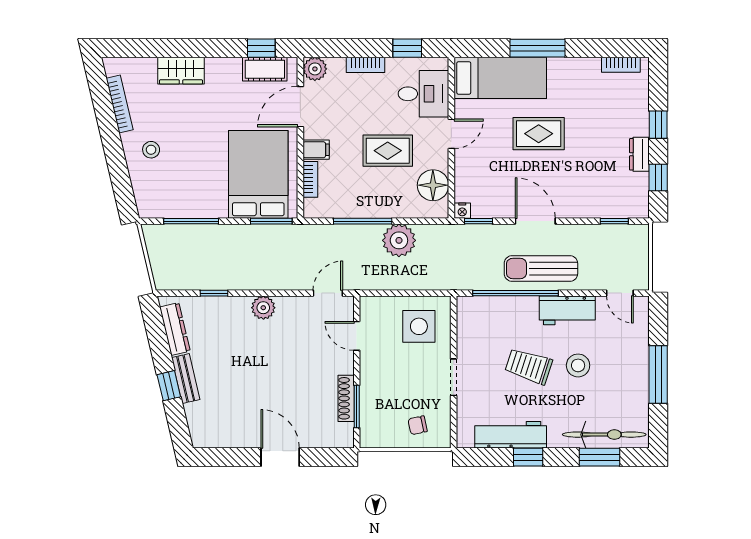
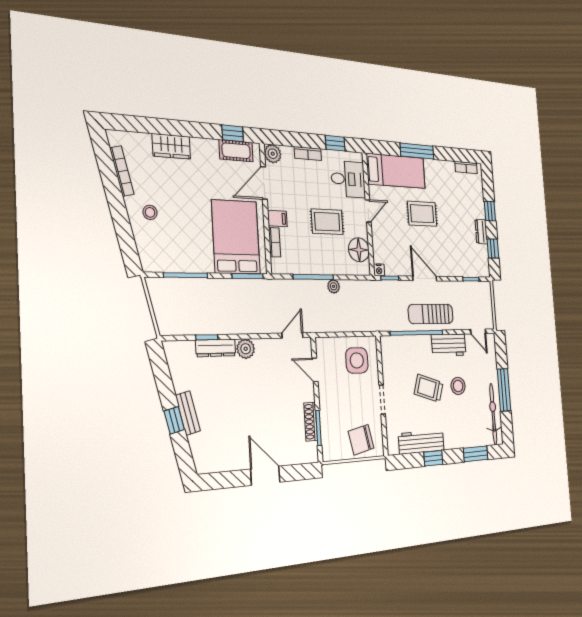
plant: (399, 240) -> (334, 286), width x0.53, depth x0.53
dresser: (175, 329) -> (216, 348), moved, turned 103
chair: (418, 425) -> (361, 440), width x1.87, depth x1.87
bicycle: (604, 435) -> (493, 414), moved, turned -90

